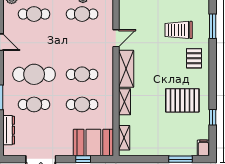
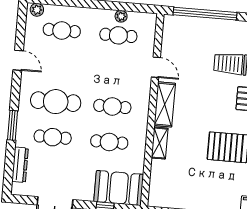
door: (116, 38) -> (156, 67), hinge flipped
shelving: (124, 138) -> (155, 185), removed

